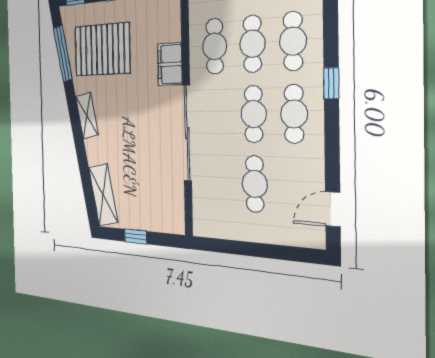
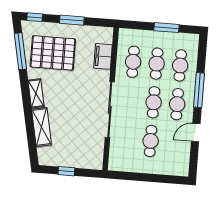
filing cabinet: (170, 64) -> (103, 56), moved
window: (331, 83) -> (199, 90), width x2.17
shelving: (103, 195) -> (41, 127), moved
door: (333, 209) -> (196, 133), moved

